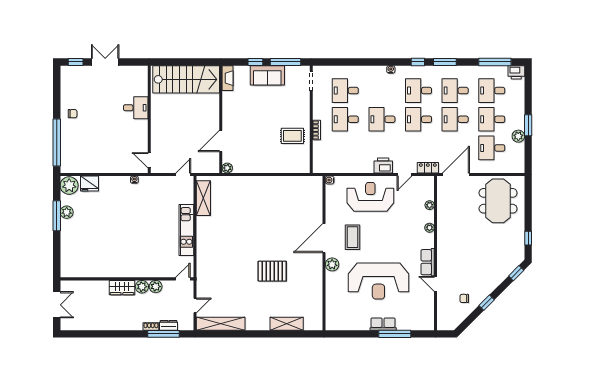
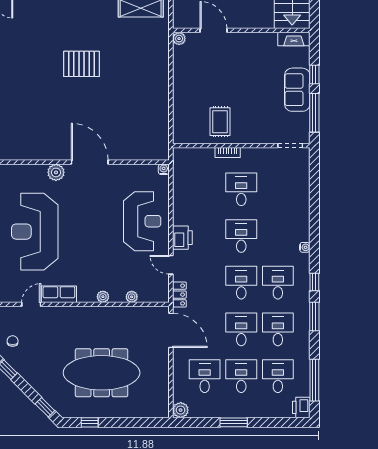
desk: (345, 91) -> (278, 189), removed
plant: (518, 136) -> (181, 410), moved
meeting table: (498, 201) -> (102, 373), moved, width x1.36
coffee table: (353, 237) -> (91, 198), removed
pallet: (272, 271) -> (82, 64), moved, turned 90

